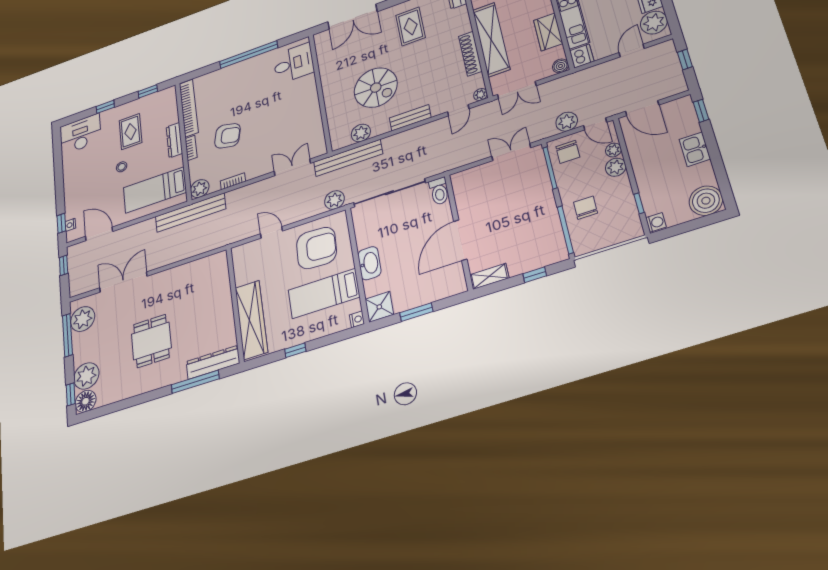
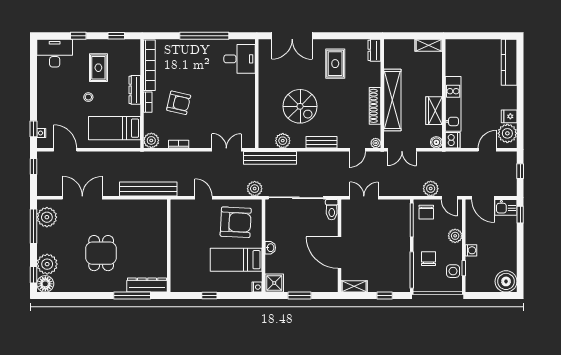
kitchen sink: (695, 149) -> (506, 207), moved, turned -90
plant: (613, 150) -> (457, 222), removed
double door: (511, 152) -> (364, 198), moved
side table: (625, 212) -> (453, 271), added
bench: (190, 213) -> (148, 189), moved
washing machine: (656, 222) -> (471, 250), moved
door: (460, 240) -> (340, 253), hinge flipped
washbasin: (369, 263) -> (270, 248), width x0.52, depth x0.69
wardrobe: (251, 320) -> (180, 262), removed

